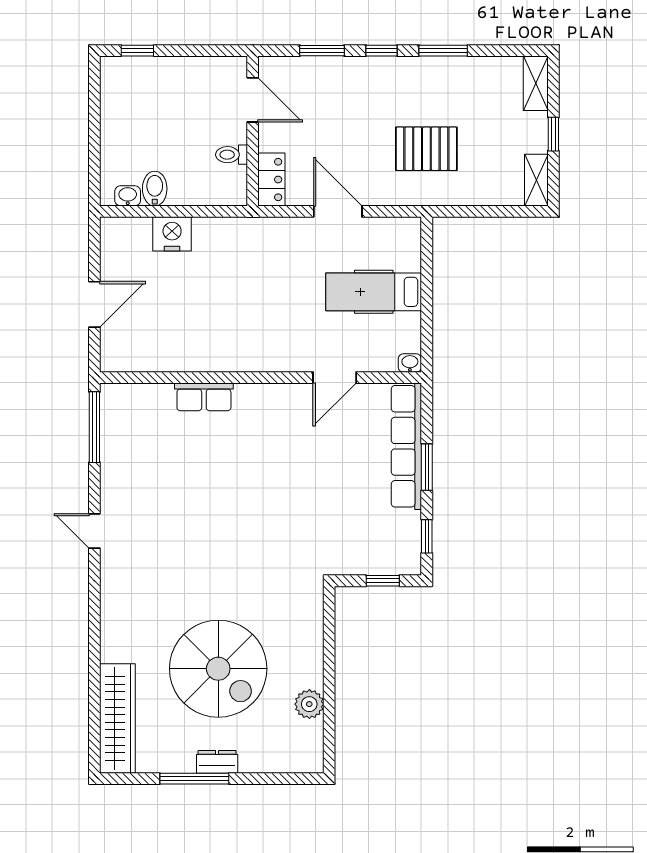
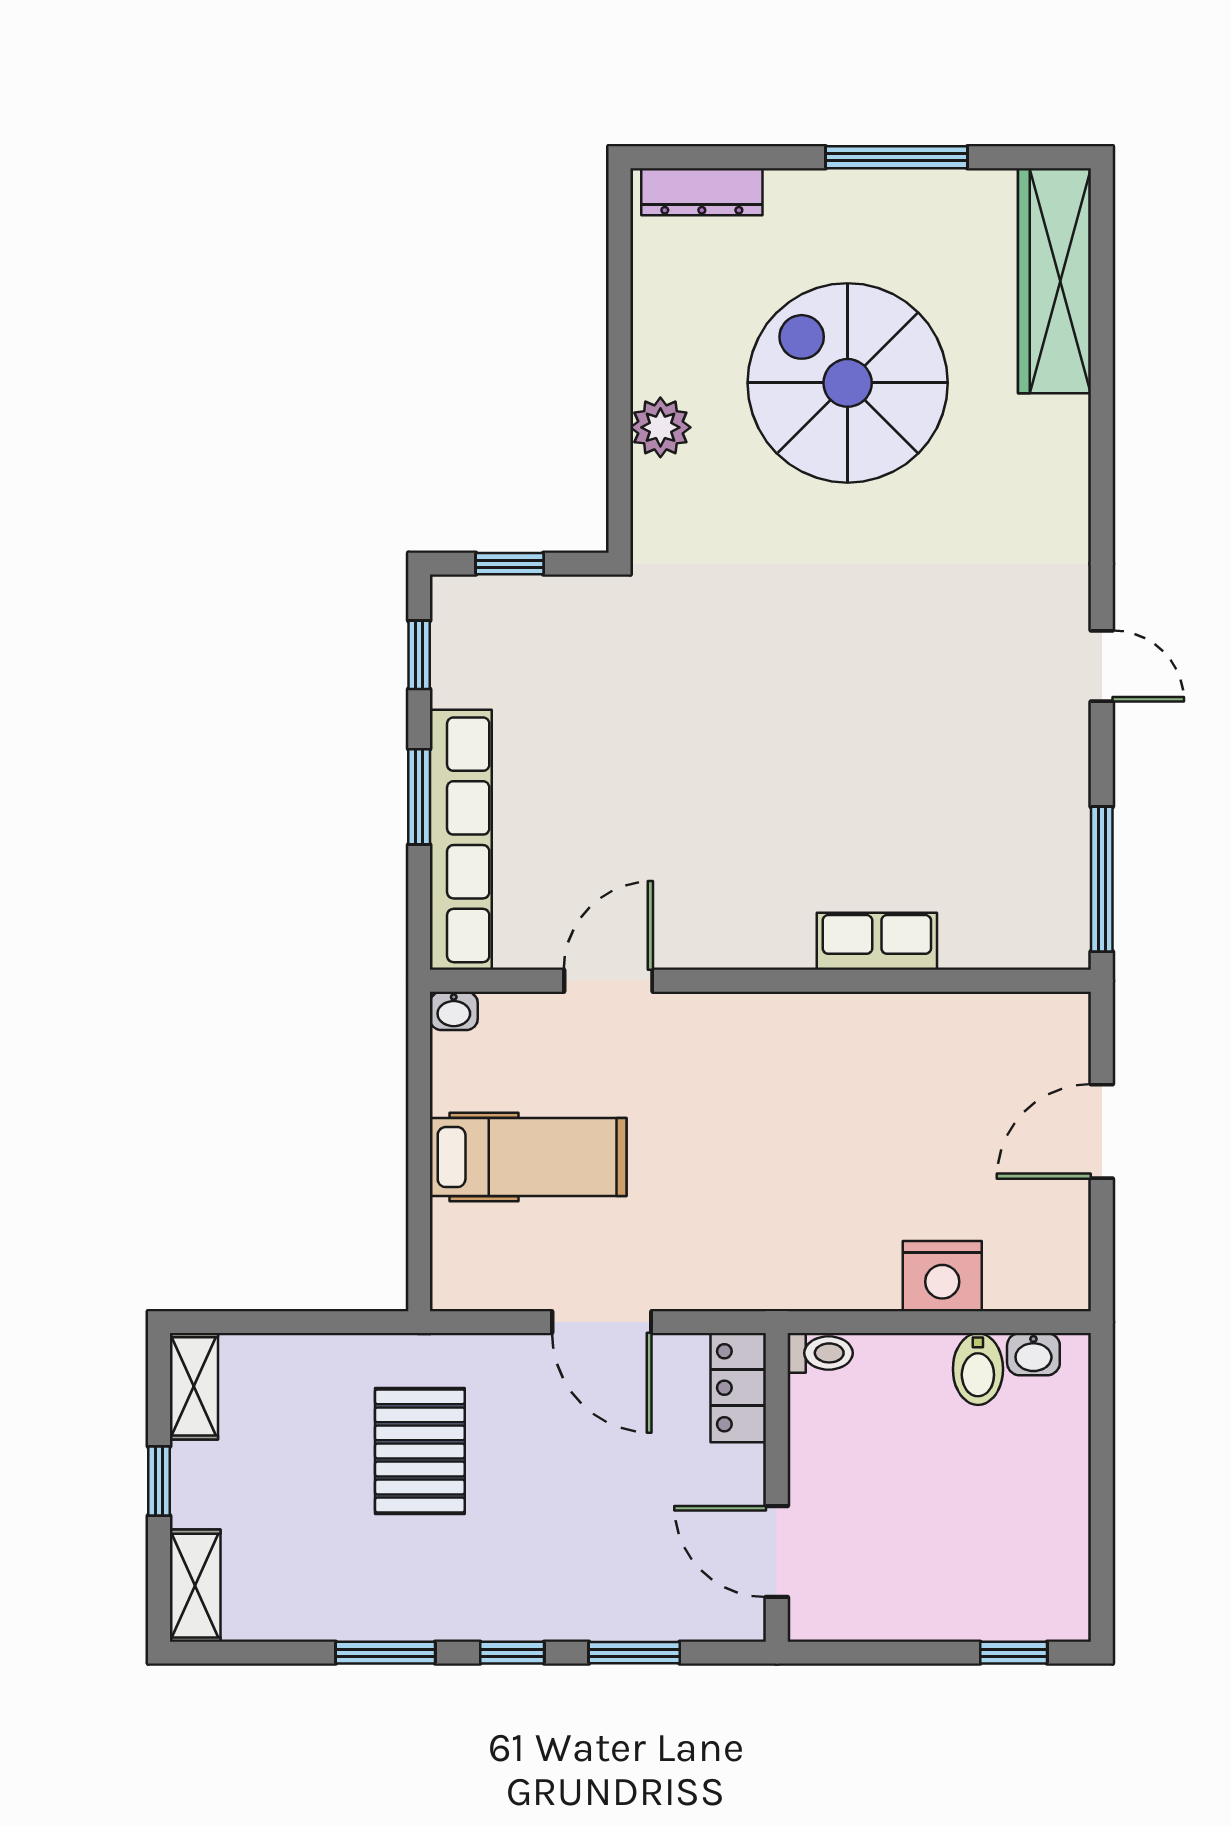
pallet: (426, 149) -> (420, 1451), turned 90
toilet: (232, 155) -> (820, 1353), moved
plant: (309, 704) -> (660, 427), moved
dresser: (217, 762) -> (702, 192), moved, width x1.44

